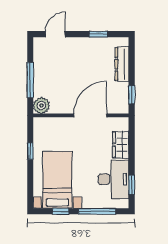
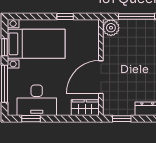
door: (90, 115) -> (101, 77), swing flipped
wardrobe: (121, 145) -> (85, 108), moved

